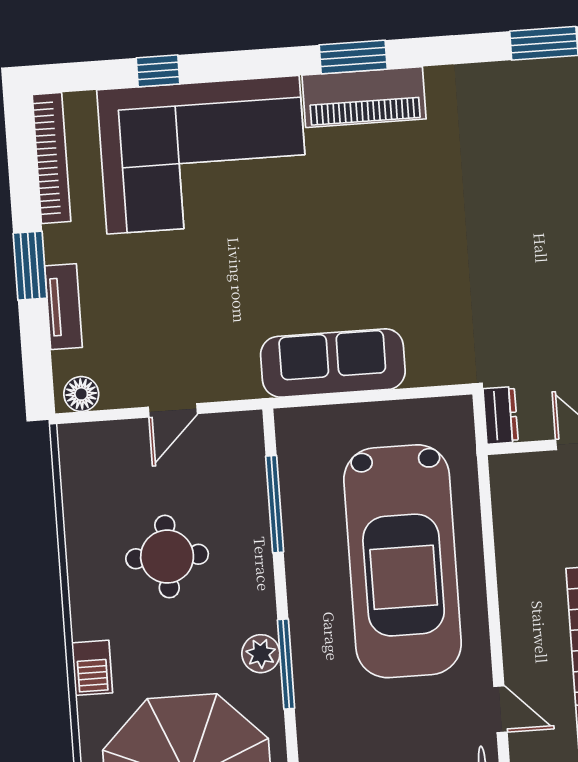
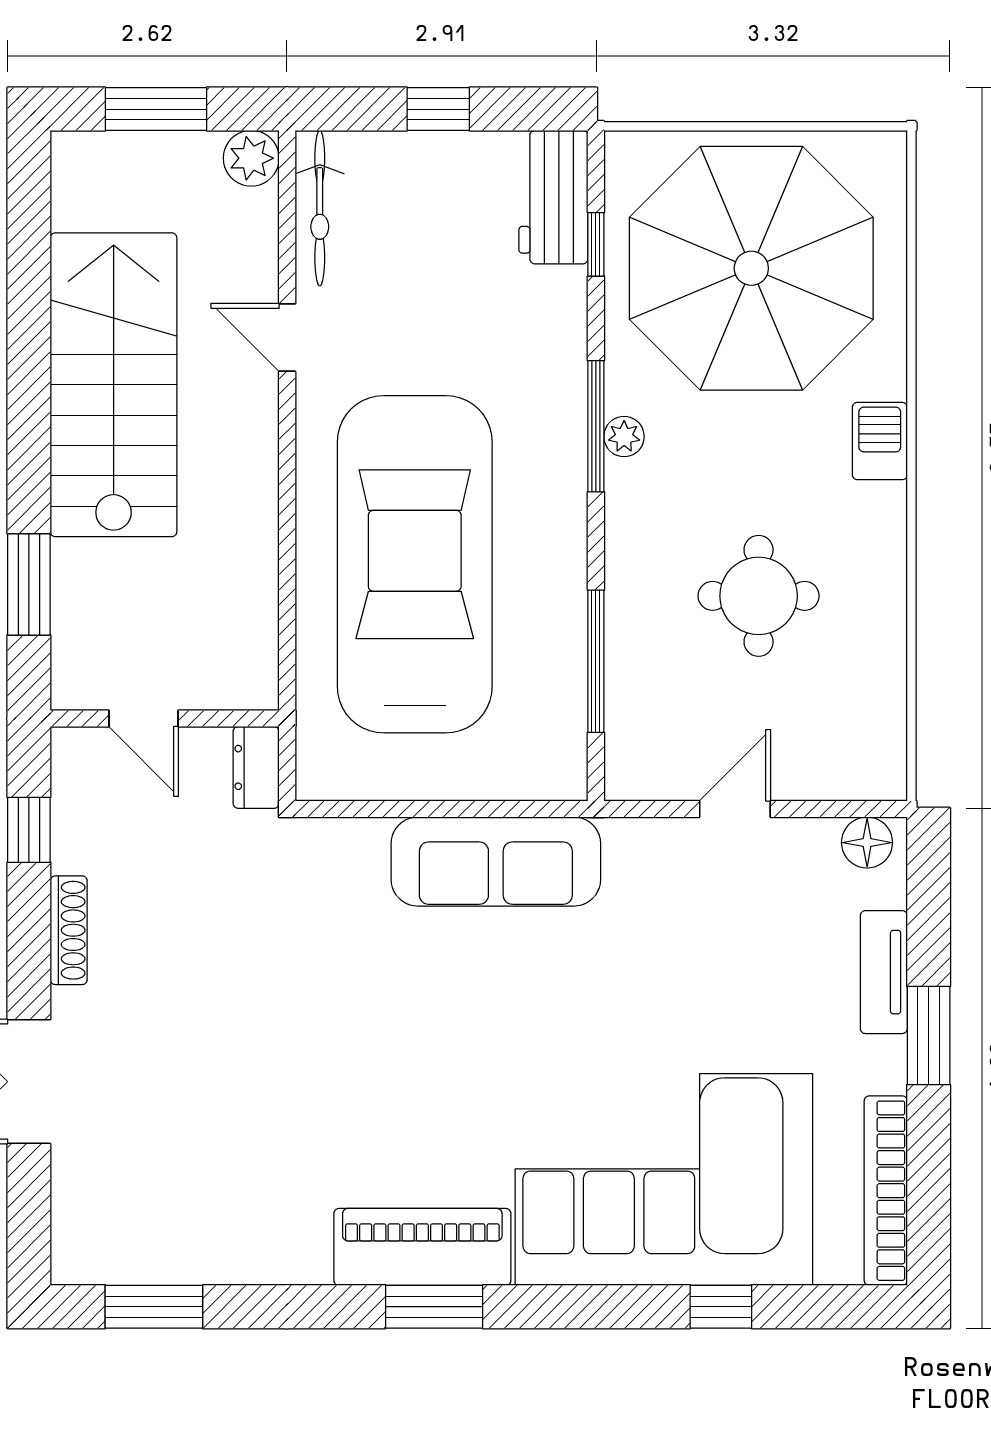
plant: (261, 654) -> (624, 437), width x0.73, depth x0.73

